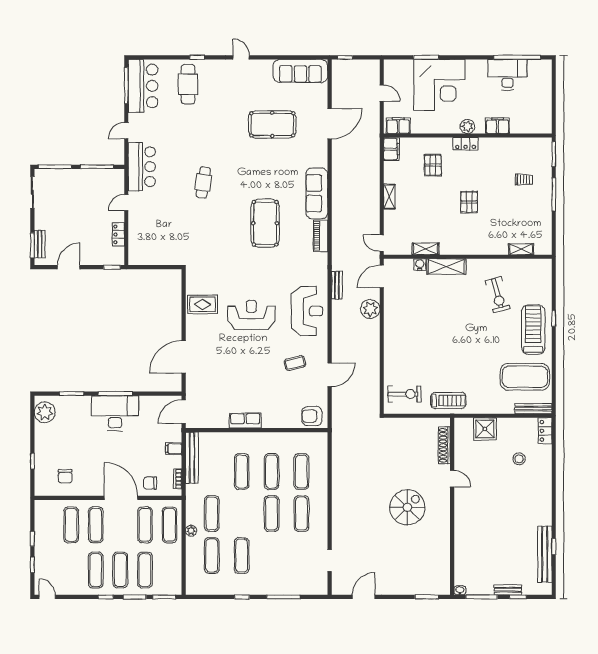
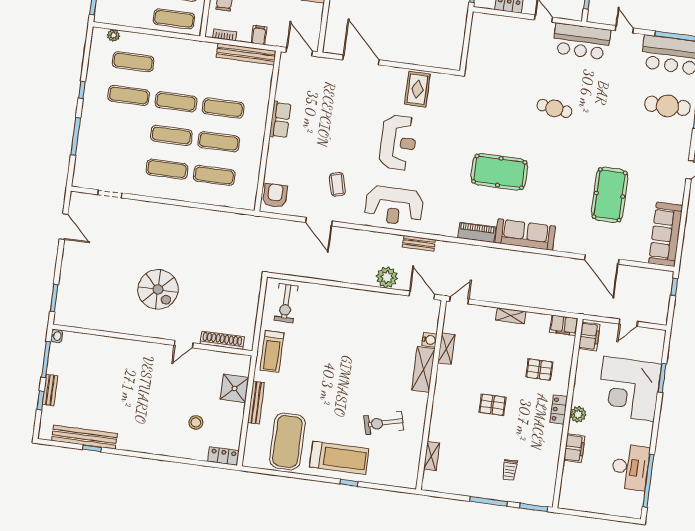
bench: (533, 409) -> (256, 402), moved
exercise mat: (212, 514) -> (176, 102), moved
plant: (191, 531) -> (113, 35), moved

